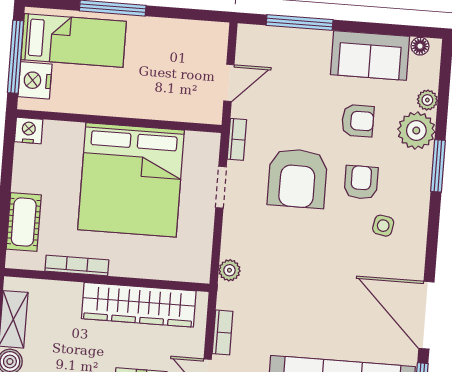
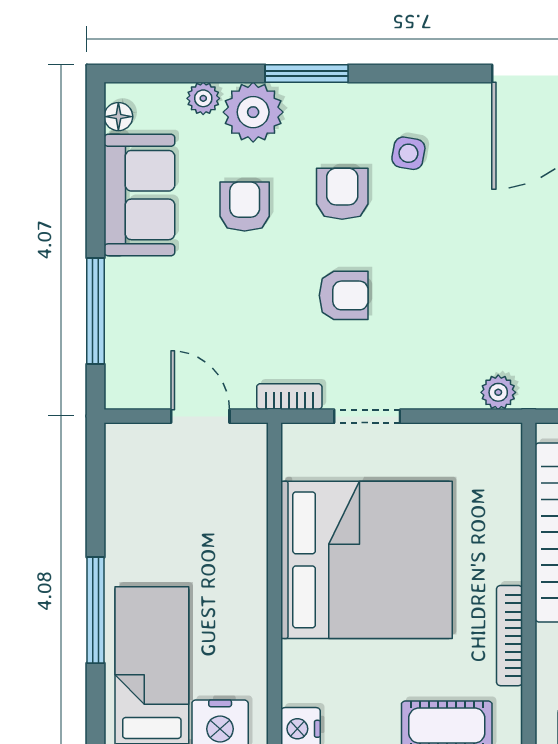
armchair: (297, 178) -> (344, 295), width x0.53, depth x0.53
armchair: (361, 182) -> (342, 194), turned 90

